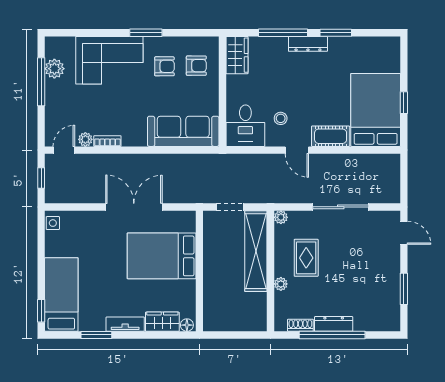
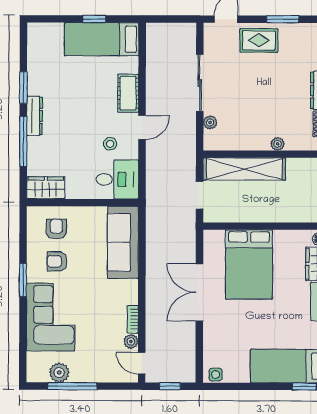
armchair: (164, 66) -> (57, 261), turned -90
bed: (376, 110) -> (102, 39), width x0.67
plant: (281, 217) -> (210, 122), moved
rug: (306, 258) -> (259, 40), moved

